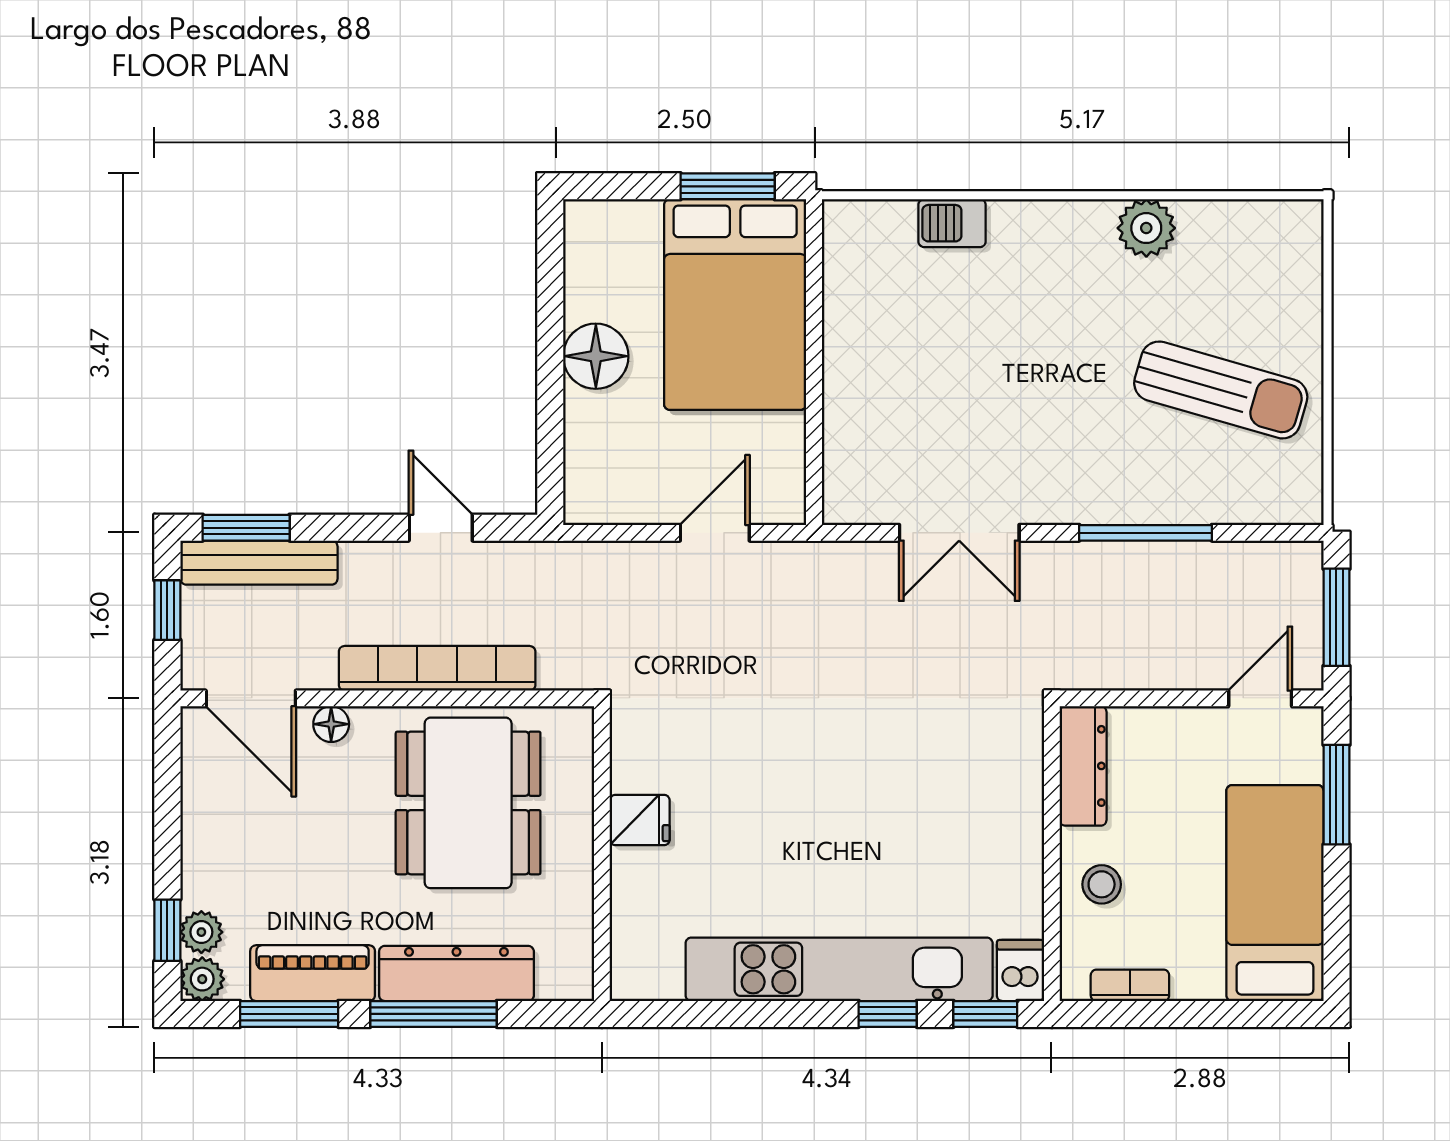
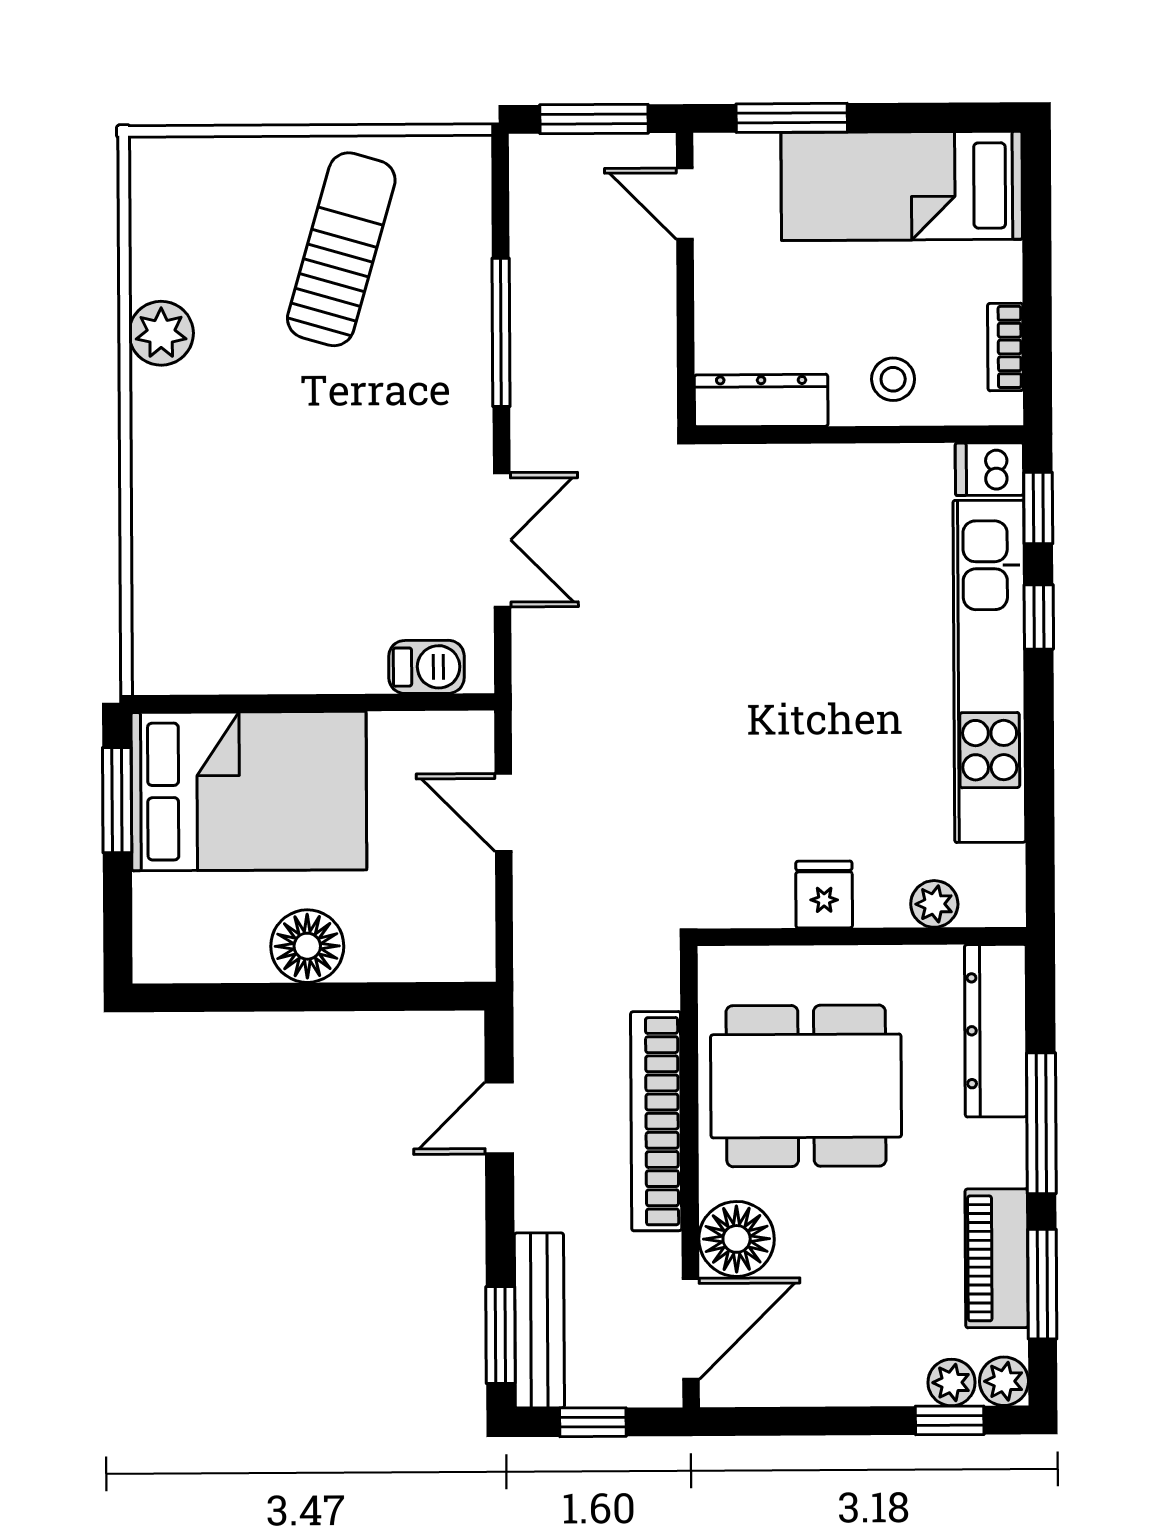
barbecue: (952, 223) -> (427, 667), moved, turned -90
floor lamp: (331, 724) -> (737, 1239), width x1.89, depth x1.89
plant: (631, 919) -> (934, 904), added
dresser: (456, 973) -> (996, 1031), moved

